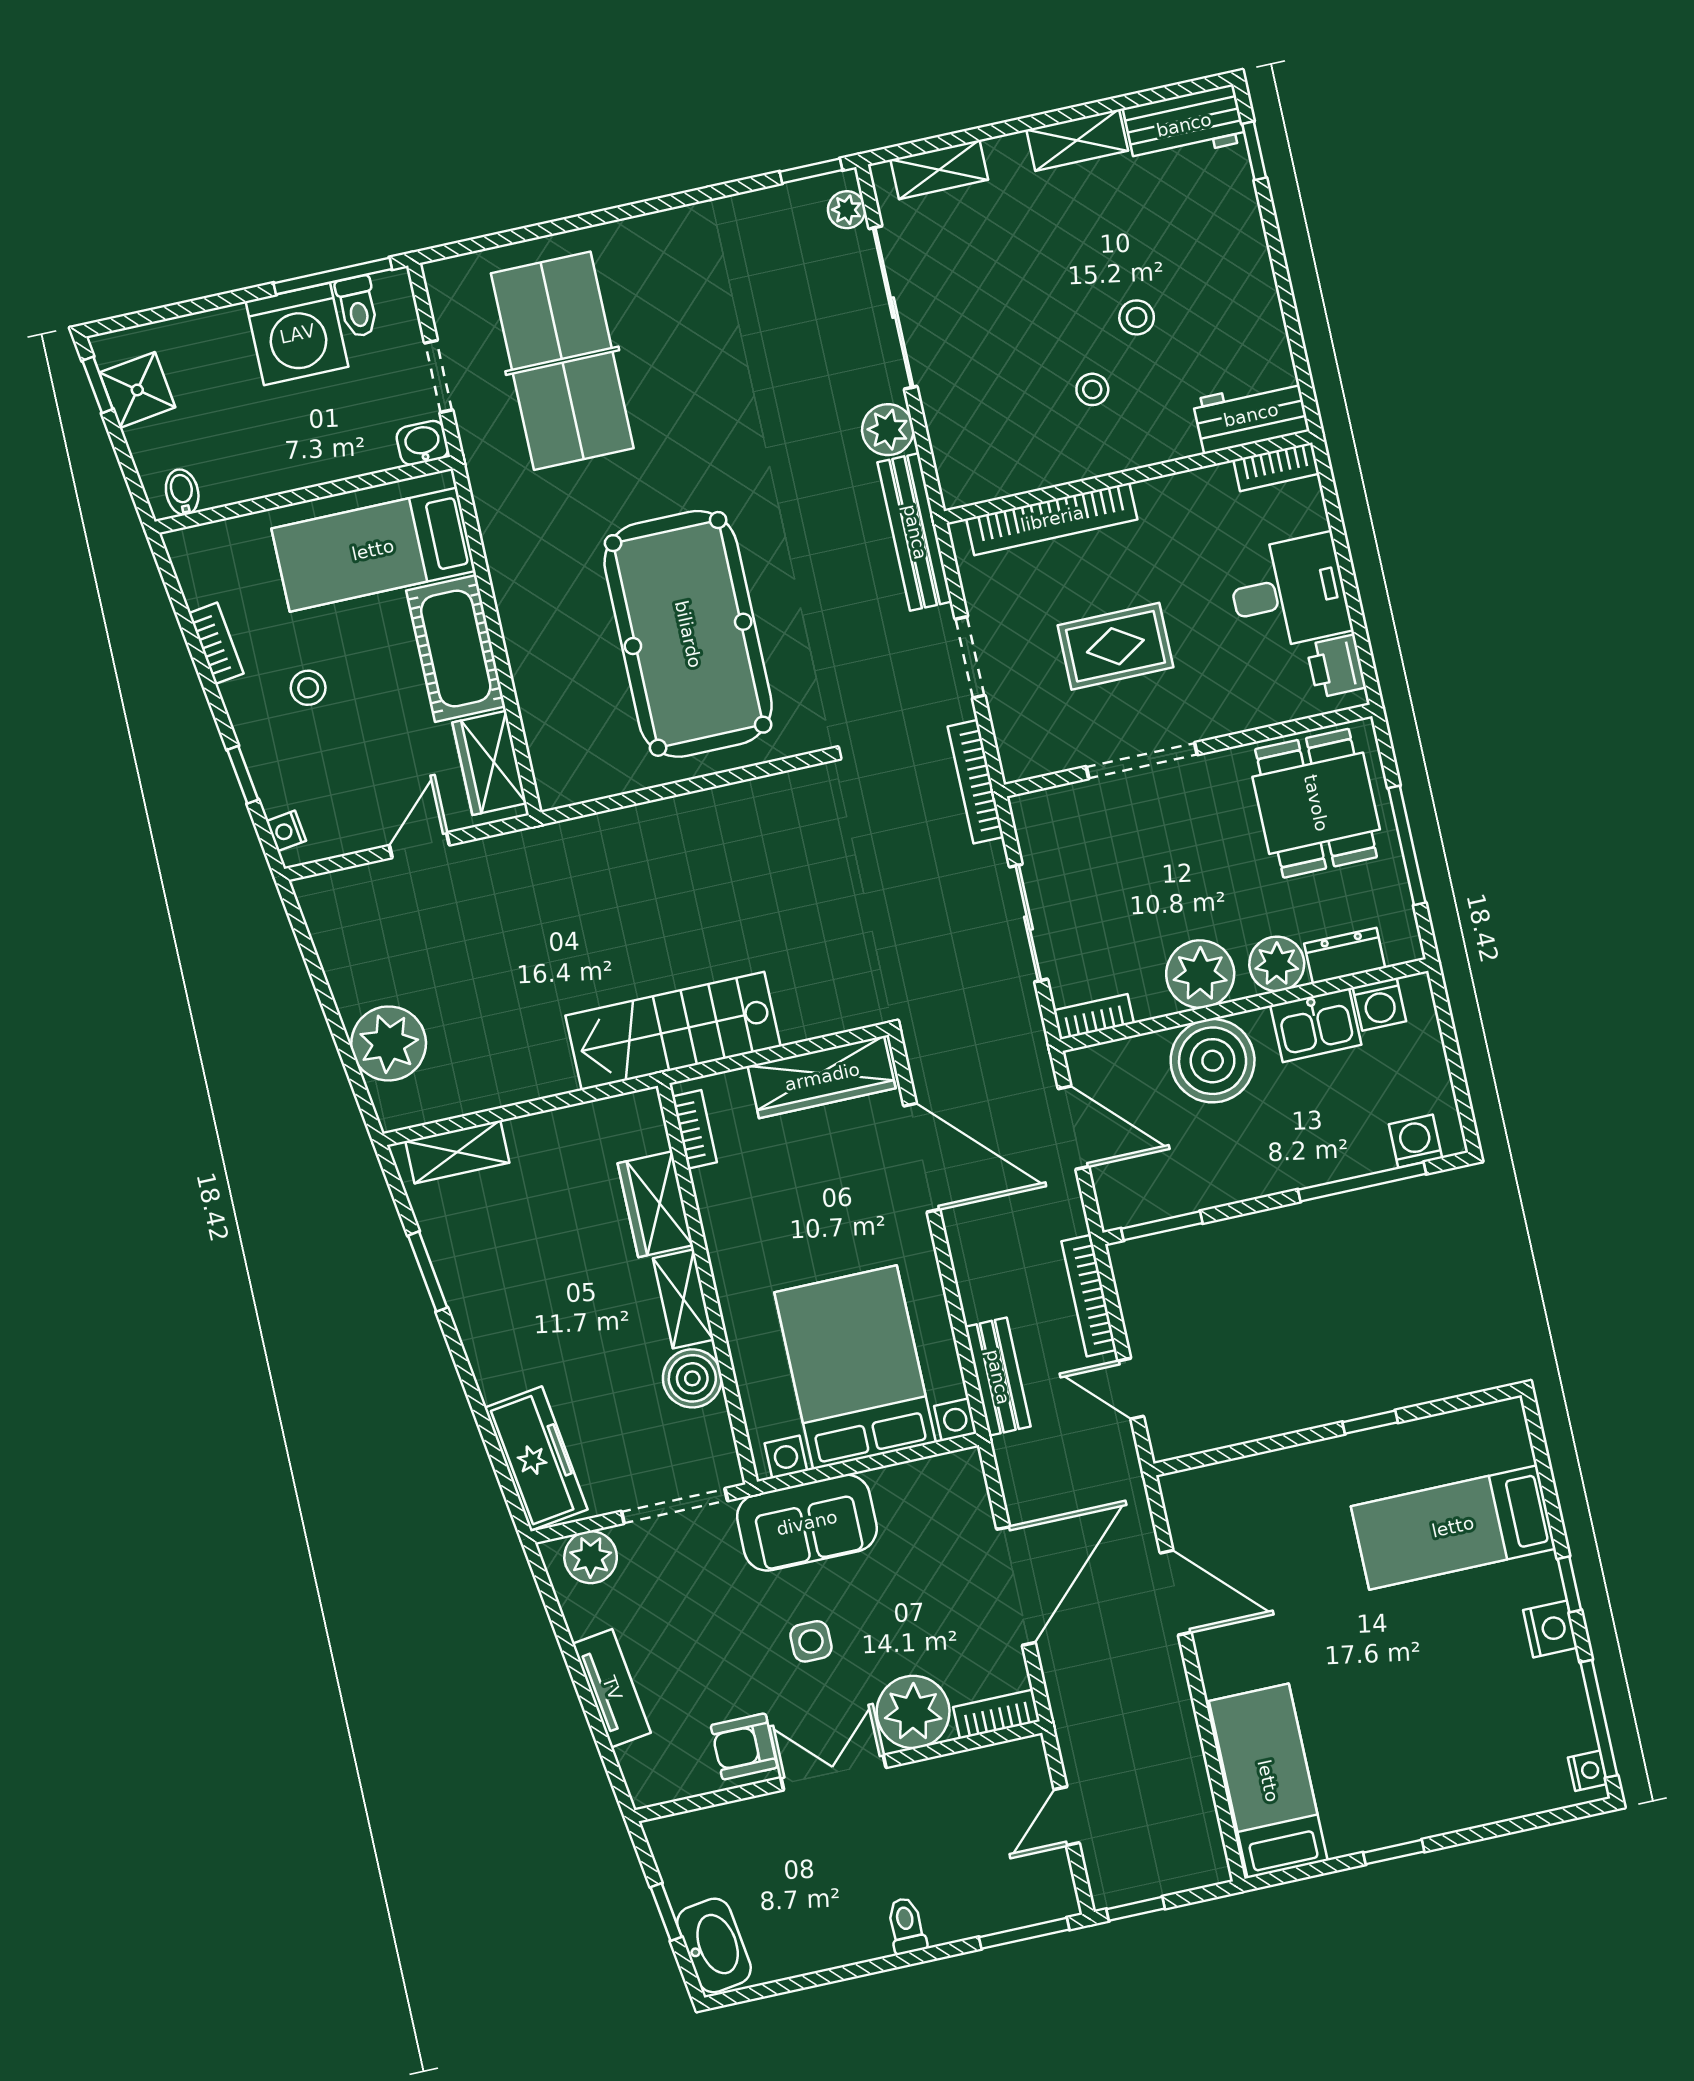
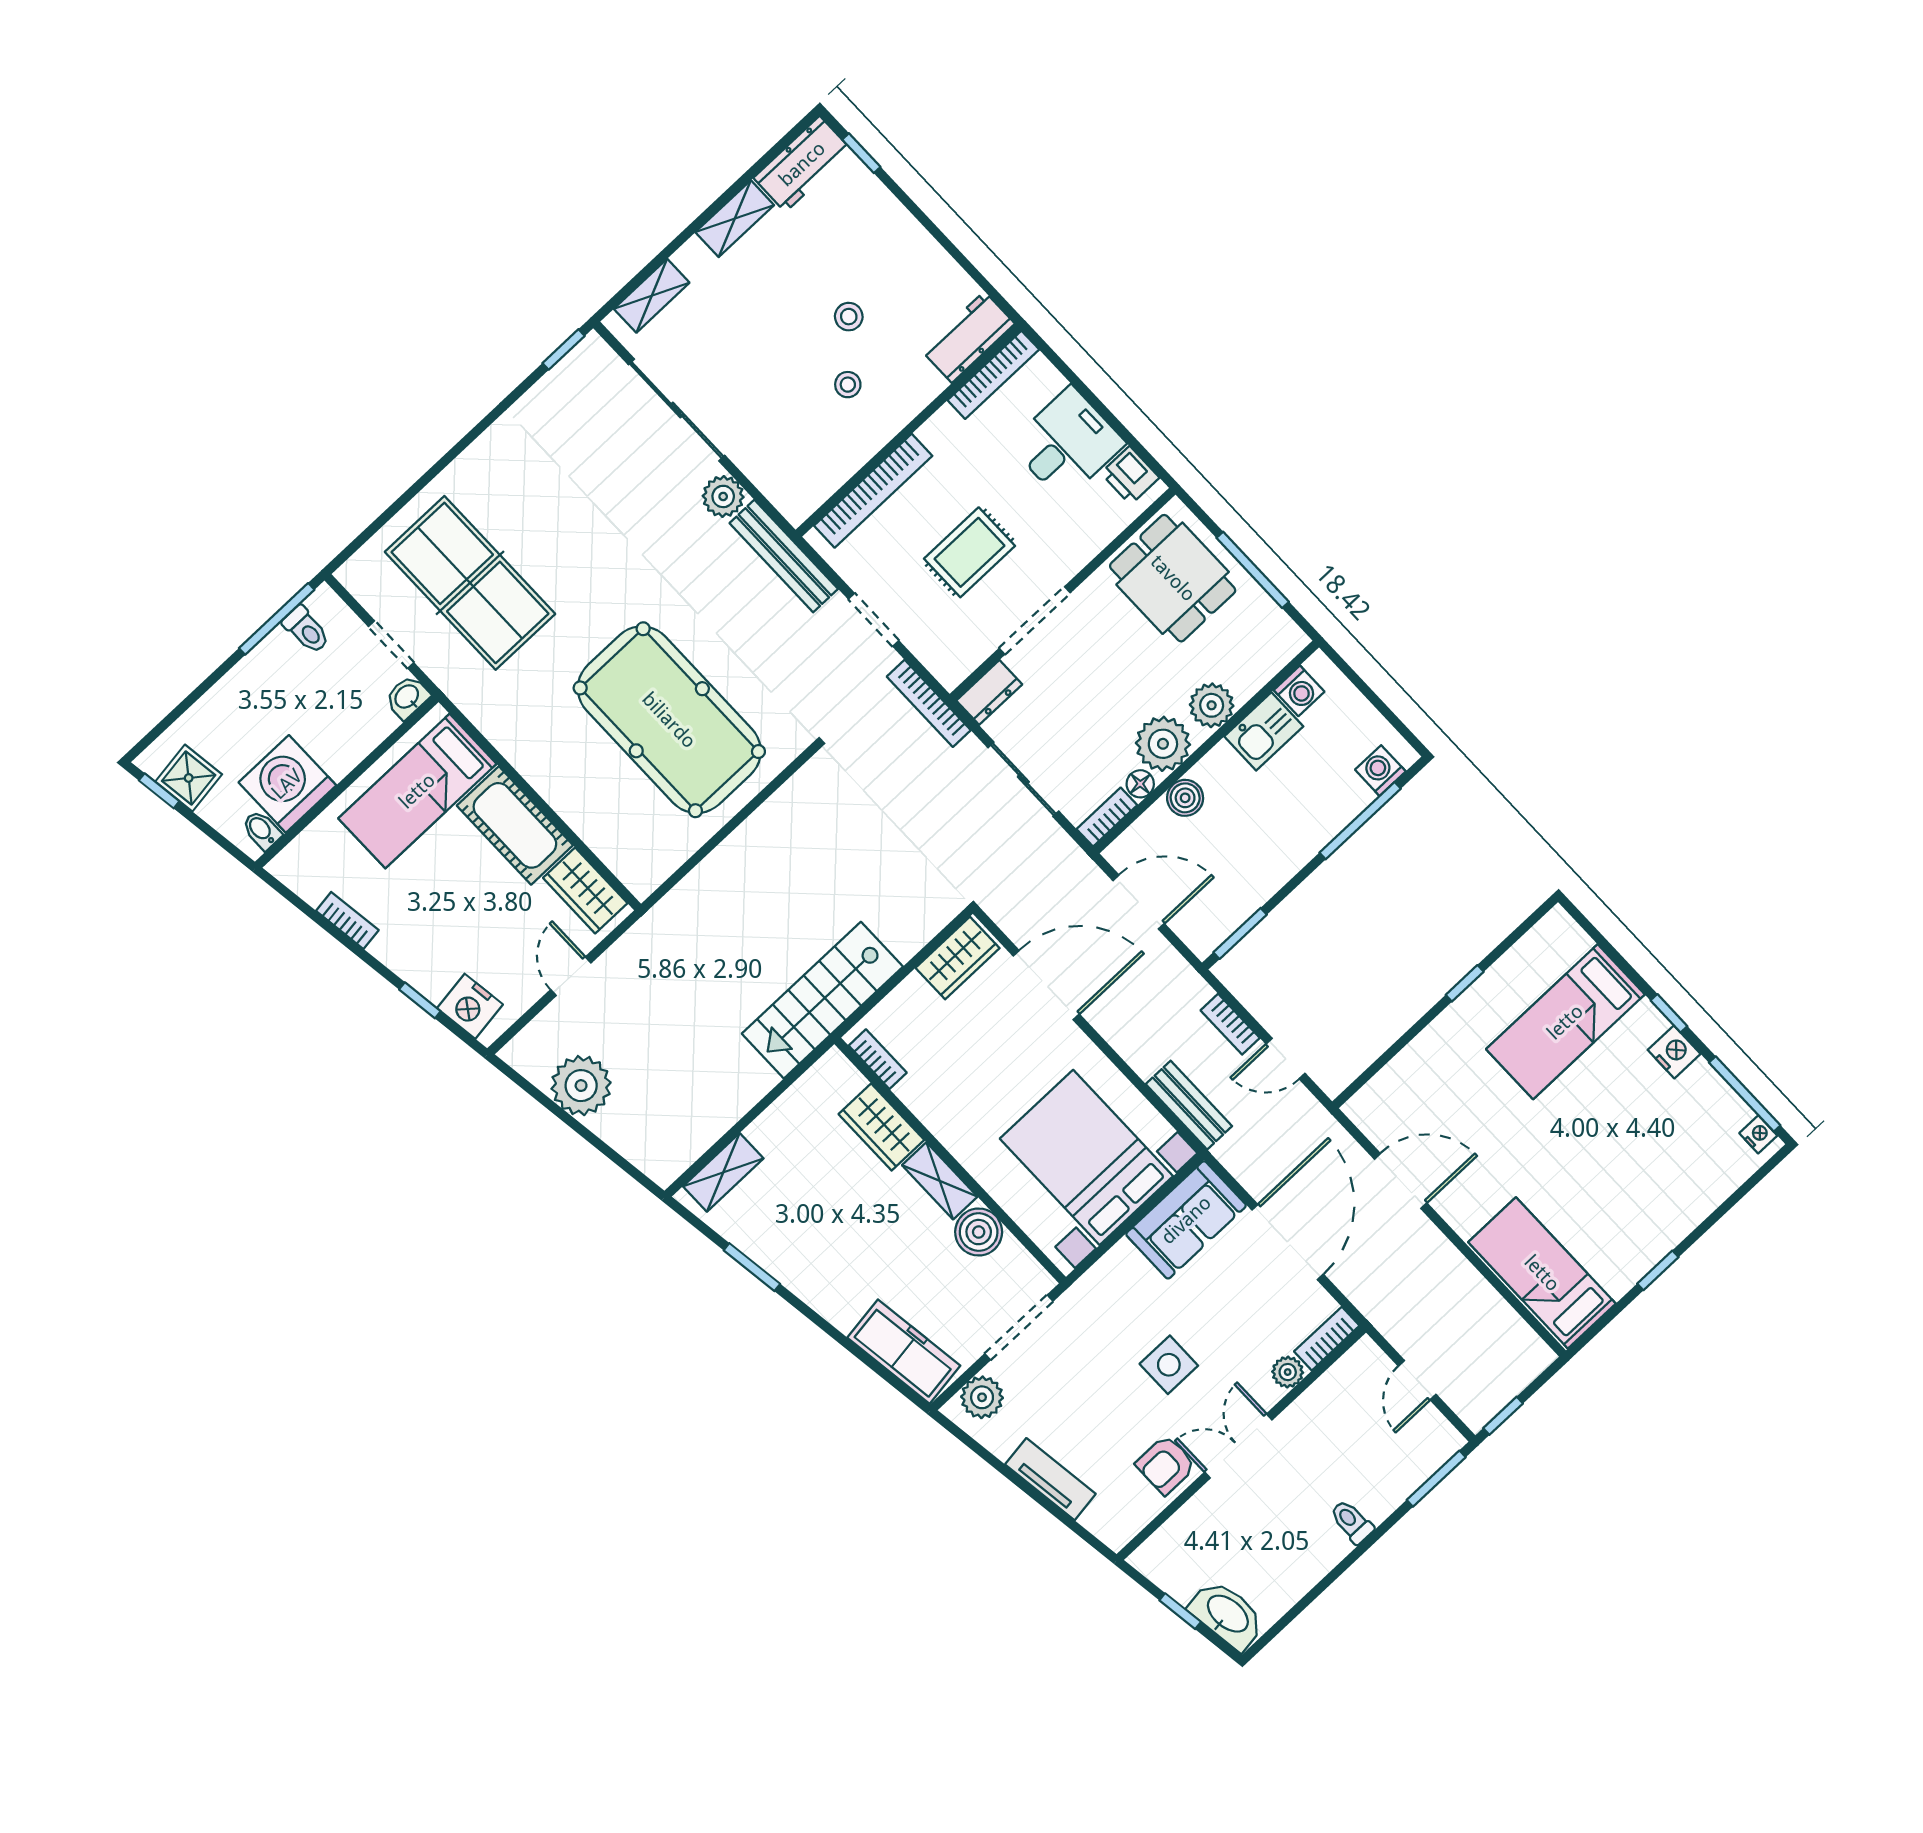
plant: (847, 210) -> (604, 362), removed
washing machine: (297, 334) -> (287, 784), moved, turned 180
bookcase: (1276, 467) -> (993, 375), width x1.56
stool: (308, 688) -> (429, 913), removed
nightstand: (286, 831) -> (470, 1006), width x1.89, depth x1.79
dresser: (1345, 956) -> (989, 692), moved, turned 180
floor lamp: (1150, 1002) -> (1140, 784), added
plant: (389, 1043) -> (581, 1086), moved
boiler: (1213, 1061) -> (1185, 798), width x0.54, depth x0.54
wardrobe: (822, 1077) -> (958, 958), width x0.67
bookcase: (1089, 1296) -> (1230, 1024), width x0.64
sofa: (807, 1523) -> (1186, 1220), moved
side table: (811, 1641) -> (1169, 1365), width x1.37, depth x1.37
plant: (913, 1712) -> (1288, 1372), width x0.53, depth x0.53

